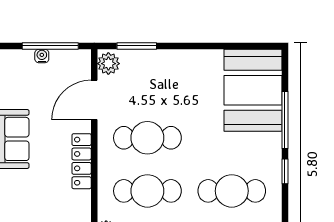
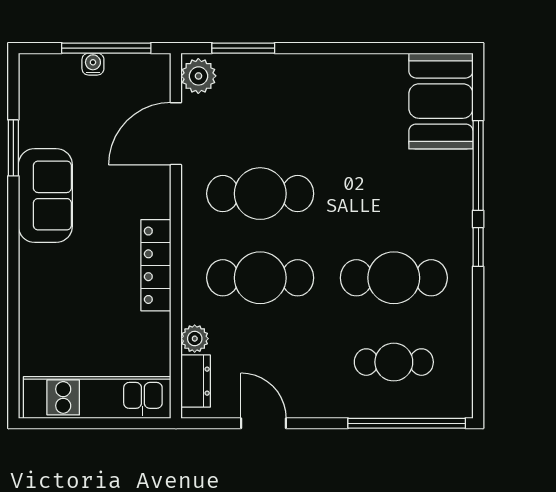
booth: (253, 90) -> (441, 101), width x0.73, depth x0.70
locker: (82, 161) -> (156, 265), moved

